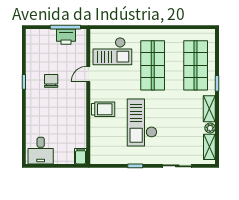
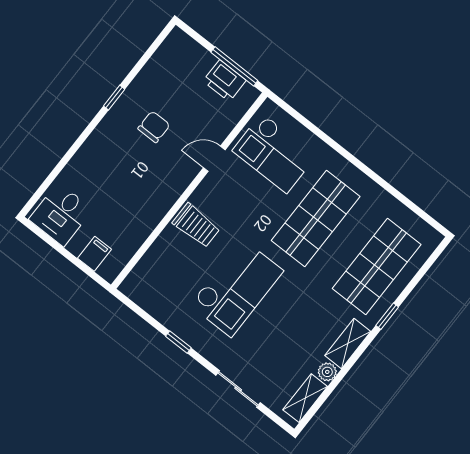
checkout: (142, 123) -> (237, 288), turned 180
filing cabinet: (81, 156) -> (95, 254), moved

